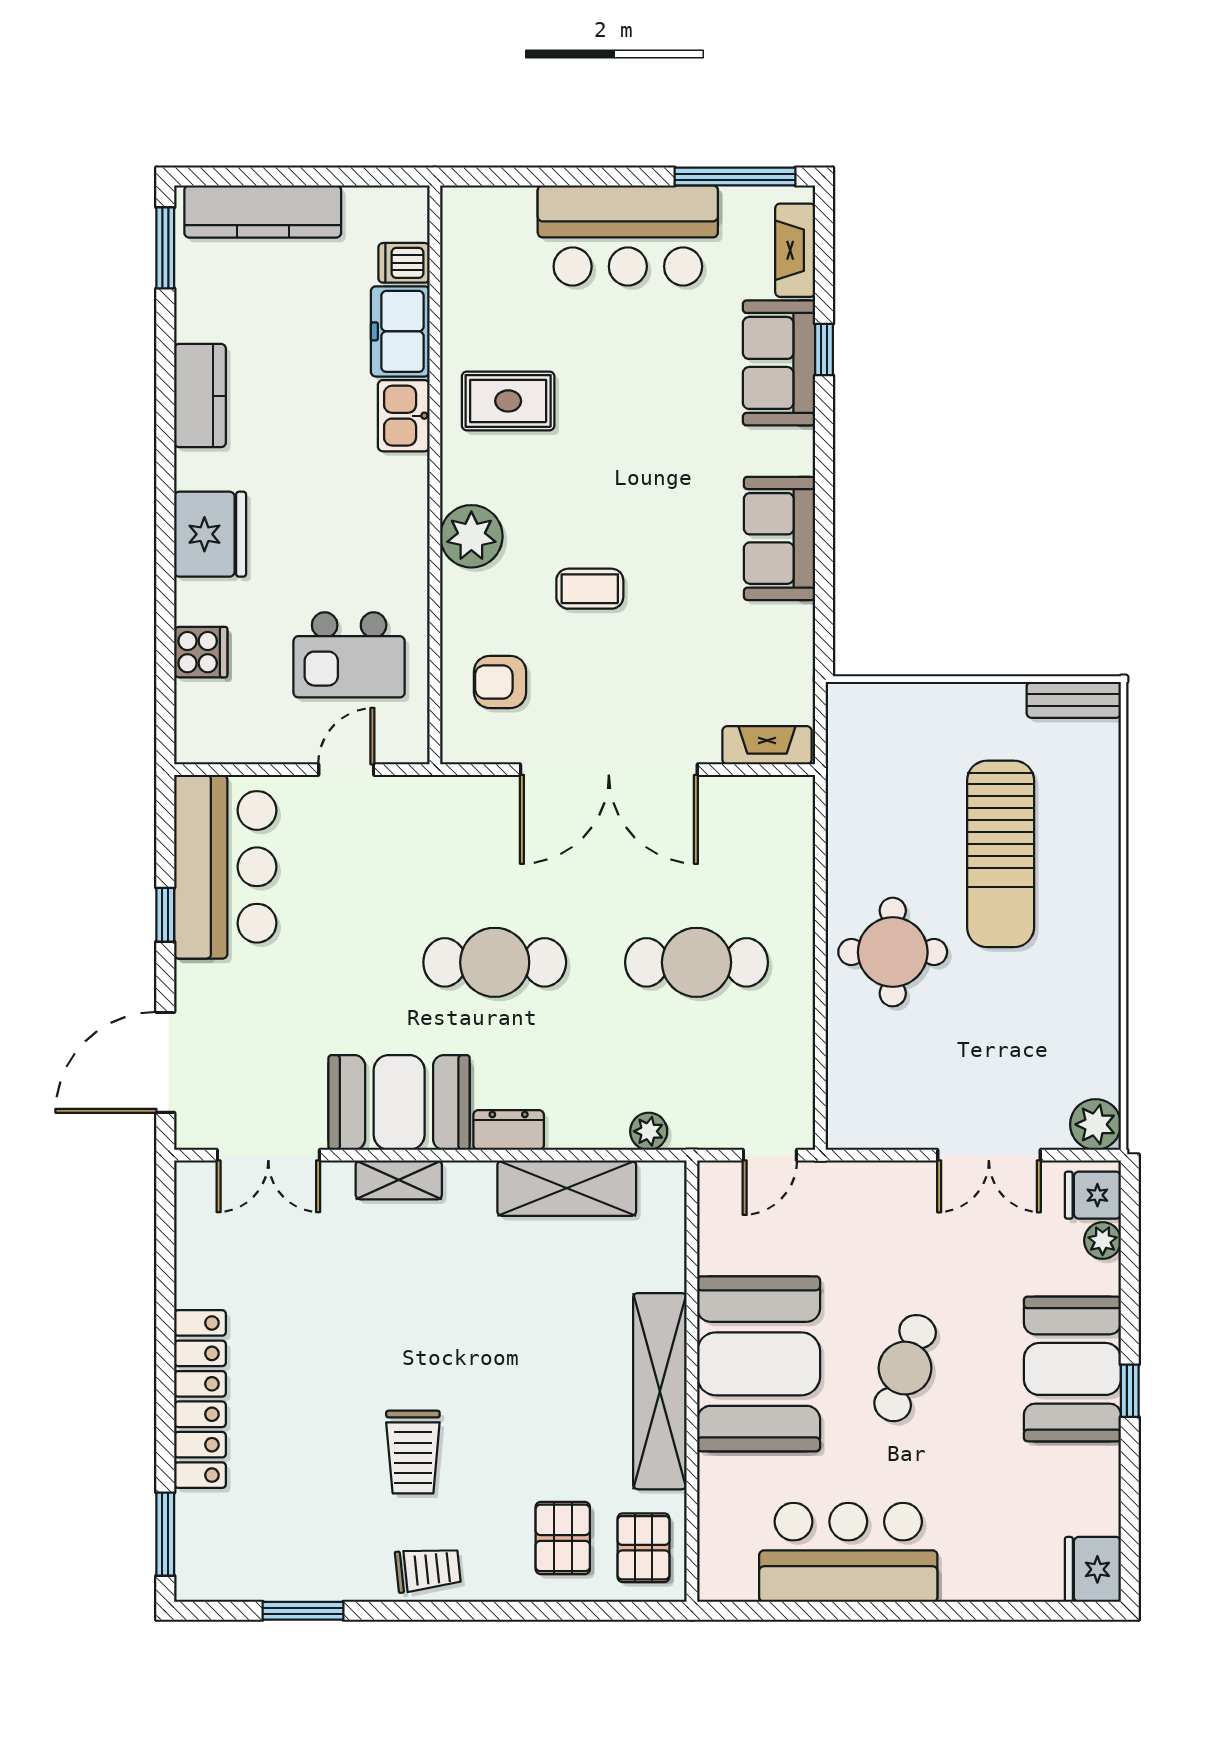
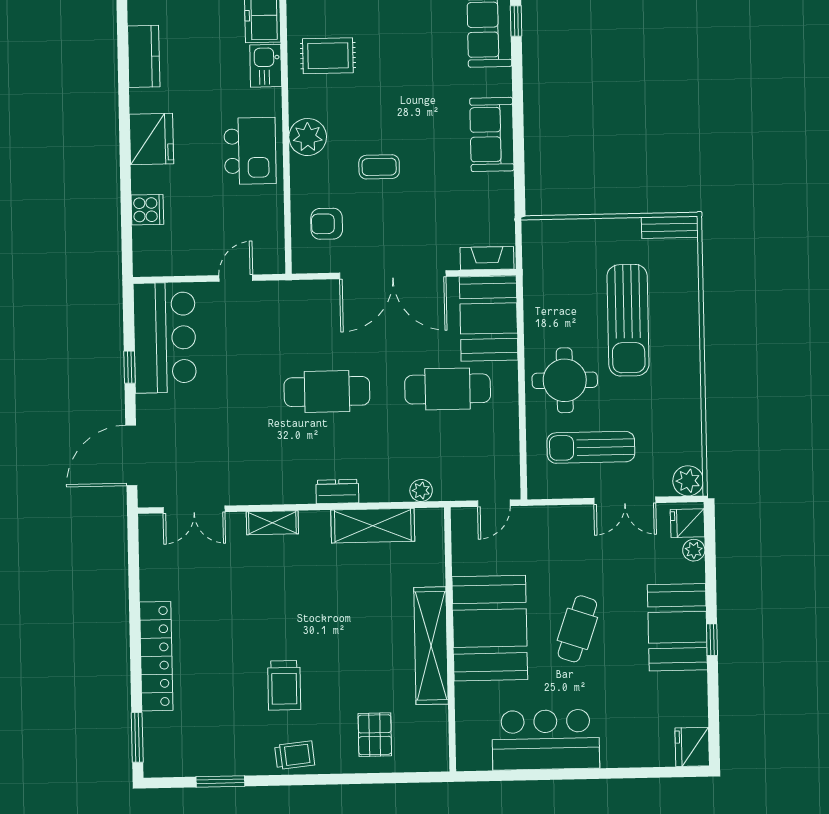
kitchen island: (349, 655) -> (250, 151), moved, turned -90
sun lounger: (934, 1065) -> (591, 447), added
booth: (399, 1102) -> (489, 318), moved, turned 90
pallet: (643, 1548) -> (423, 740), removed

